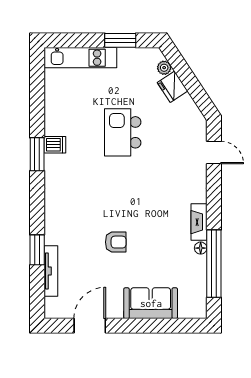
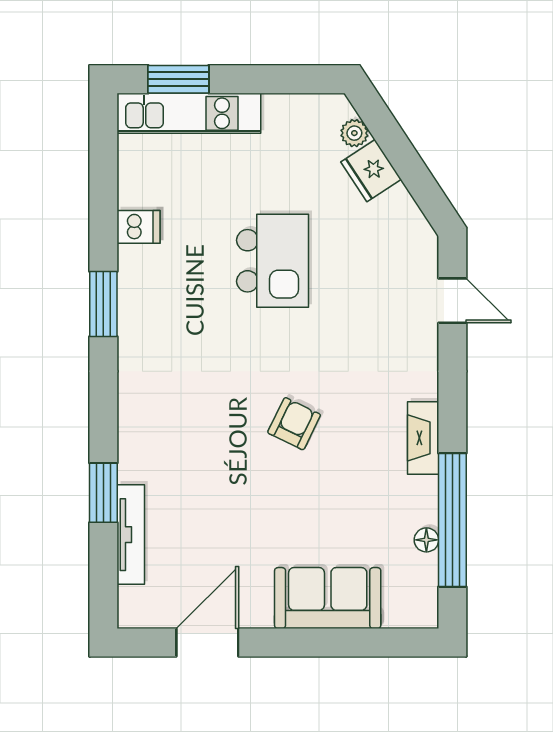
window: (120, 40) -> (178, 79), moved
kitchen island: (123, 132) -> (273, 261), turned 180
dishwasher: (55, 145) -> (139, 227), moved
armchair: (116, 242) -> (294, 424), moved, turned -64
floor lamp: (201, 248) -> (426, 540), moved

